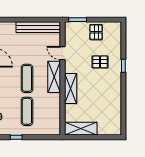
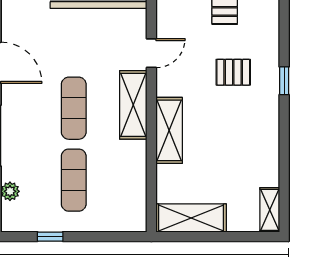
door: (63, 53) -> (151, 53), swing flipped
shelving: (117, 125) -> (270, 210), added

